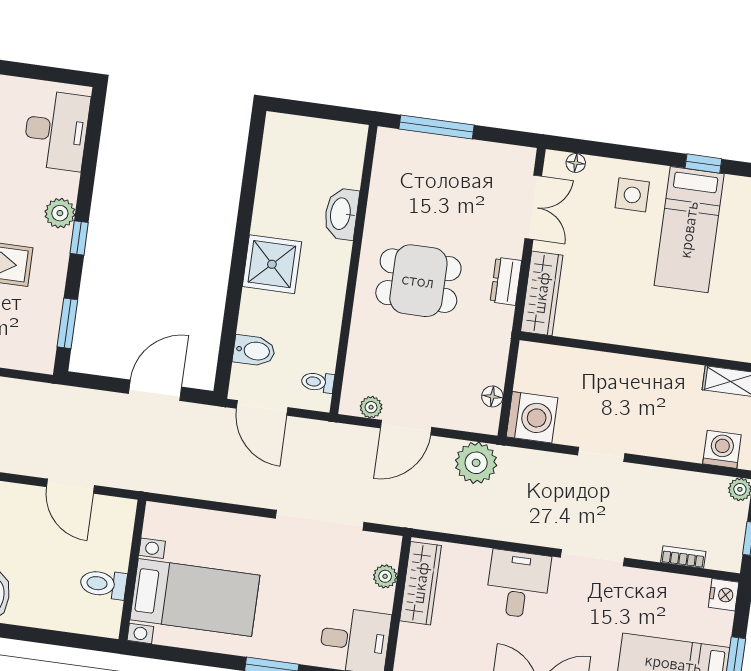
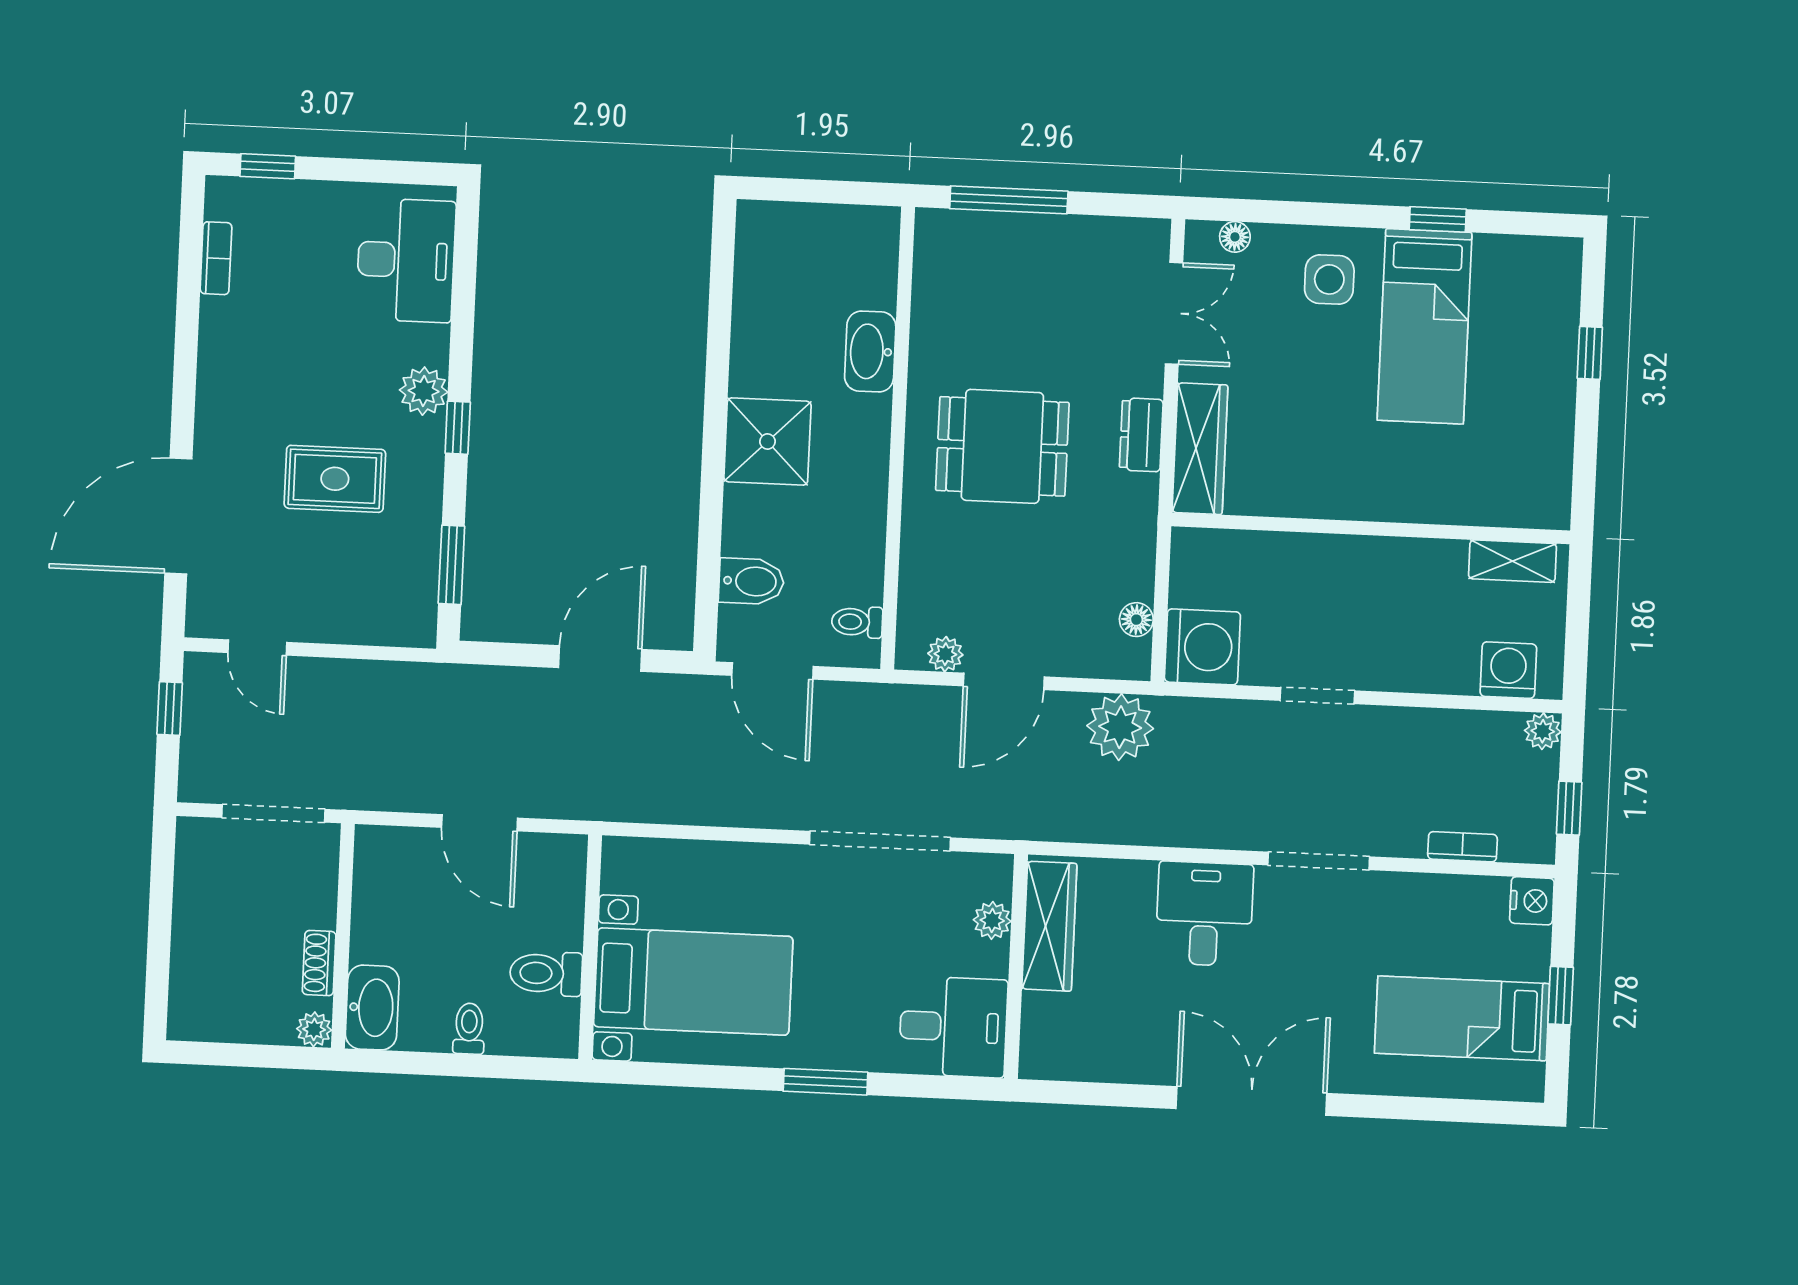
toilet: (52, 614) -> (469, 1029), added

